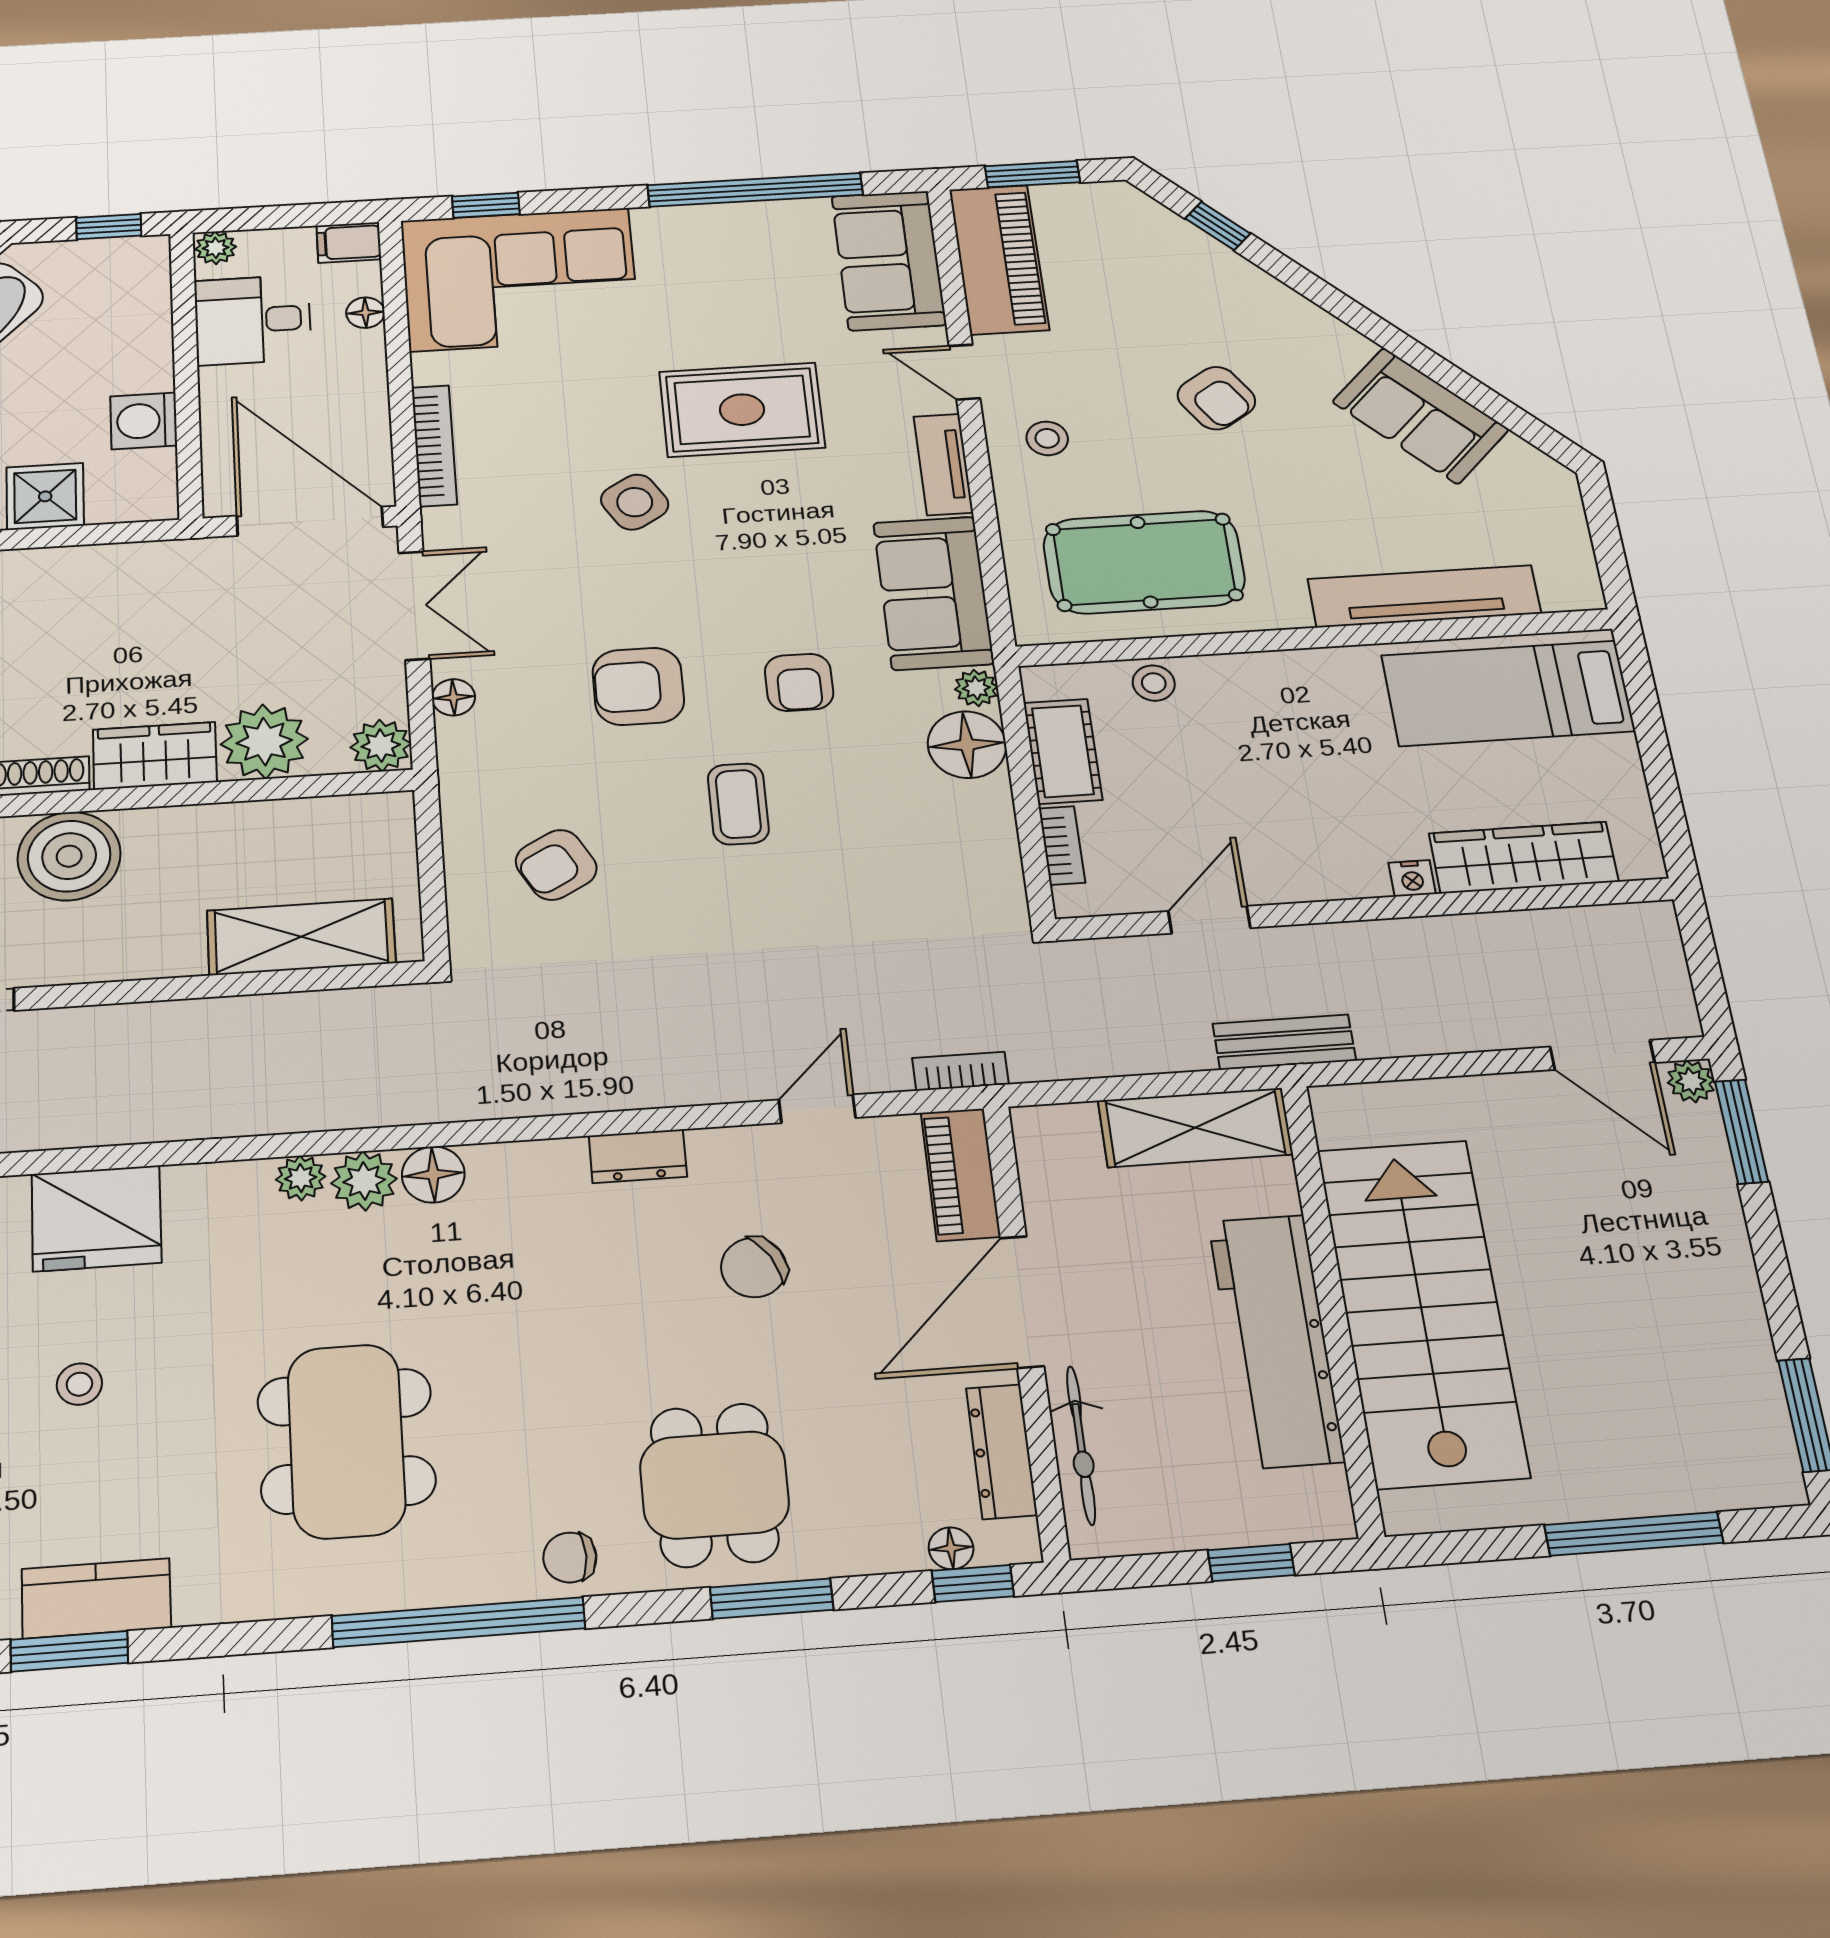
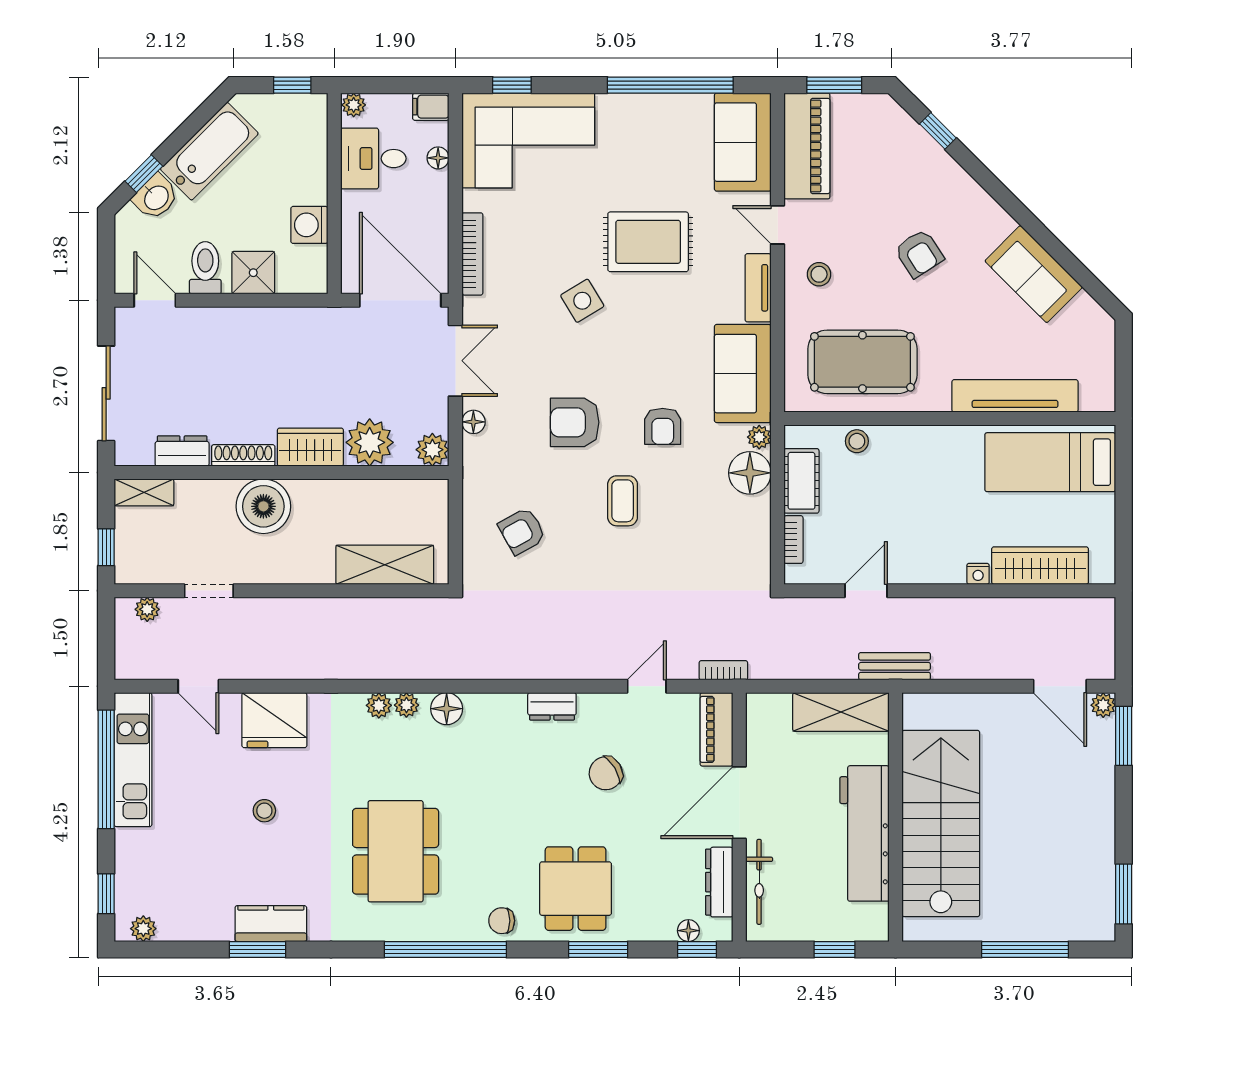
plant: (364, 1181) -> (406, 705), width x0.73, depth x0.73

